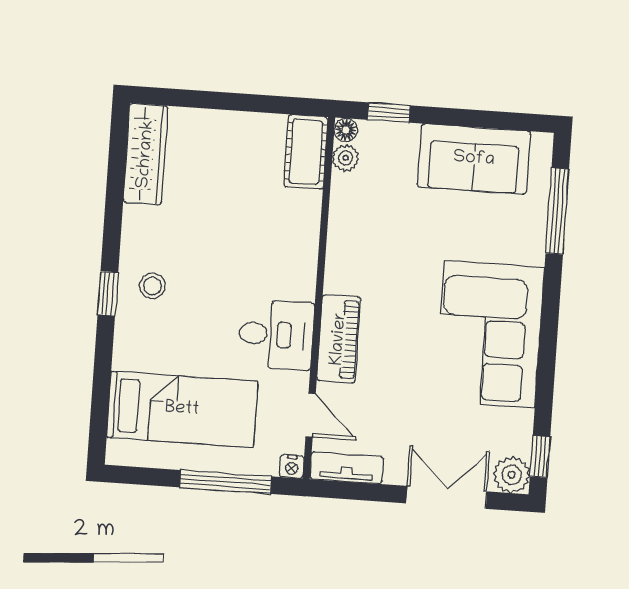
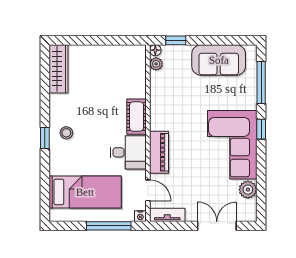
cot: (306, 152) -> (137, 117), moved
window: (540, 457) -> (261, 129), moved
plant: (512, 475) -> (248, 190), moved

